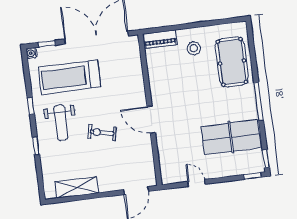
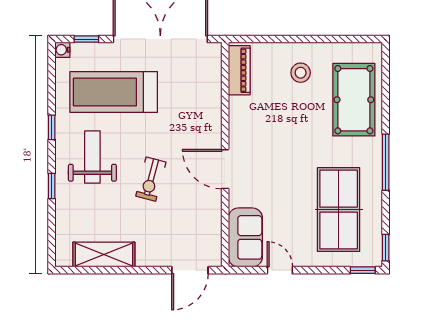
piano: (160, 39) -> (239, 70), moved, turned -90
weight bench: (61, 123) -> (92, 157), turned 180
exercise bike: (102, 133) -> (151, 179), turned -88
table tennis table: (231, 137) -> (339, 210), turned 90
sofa: (171, 164) -> (245, 237), added

